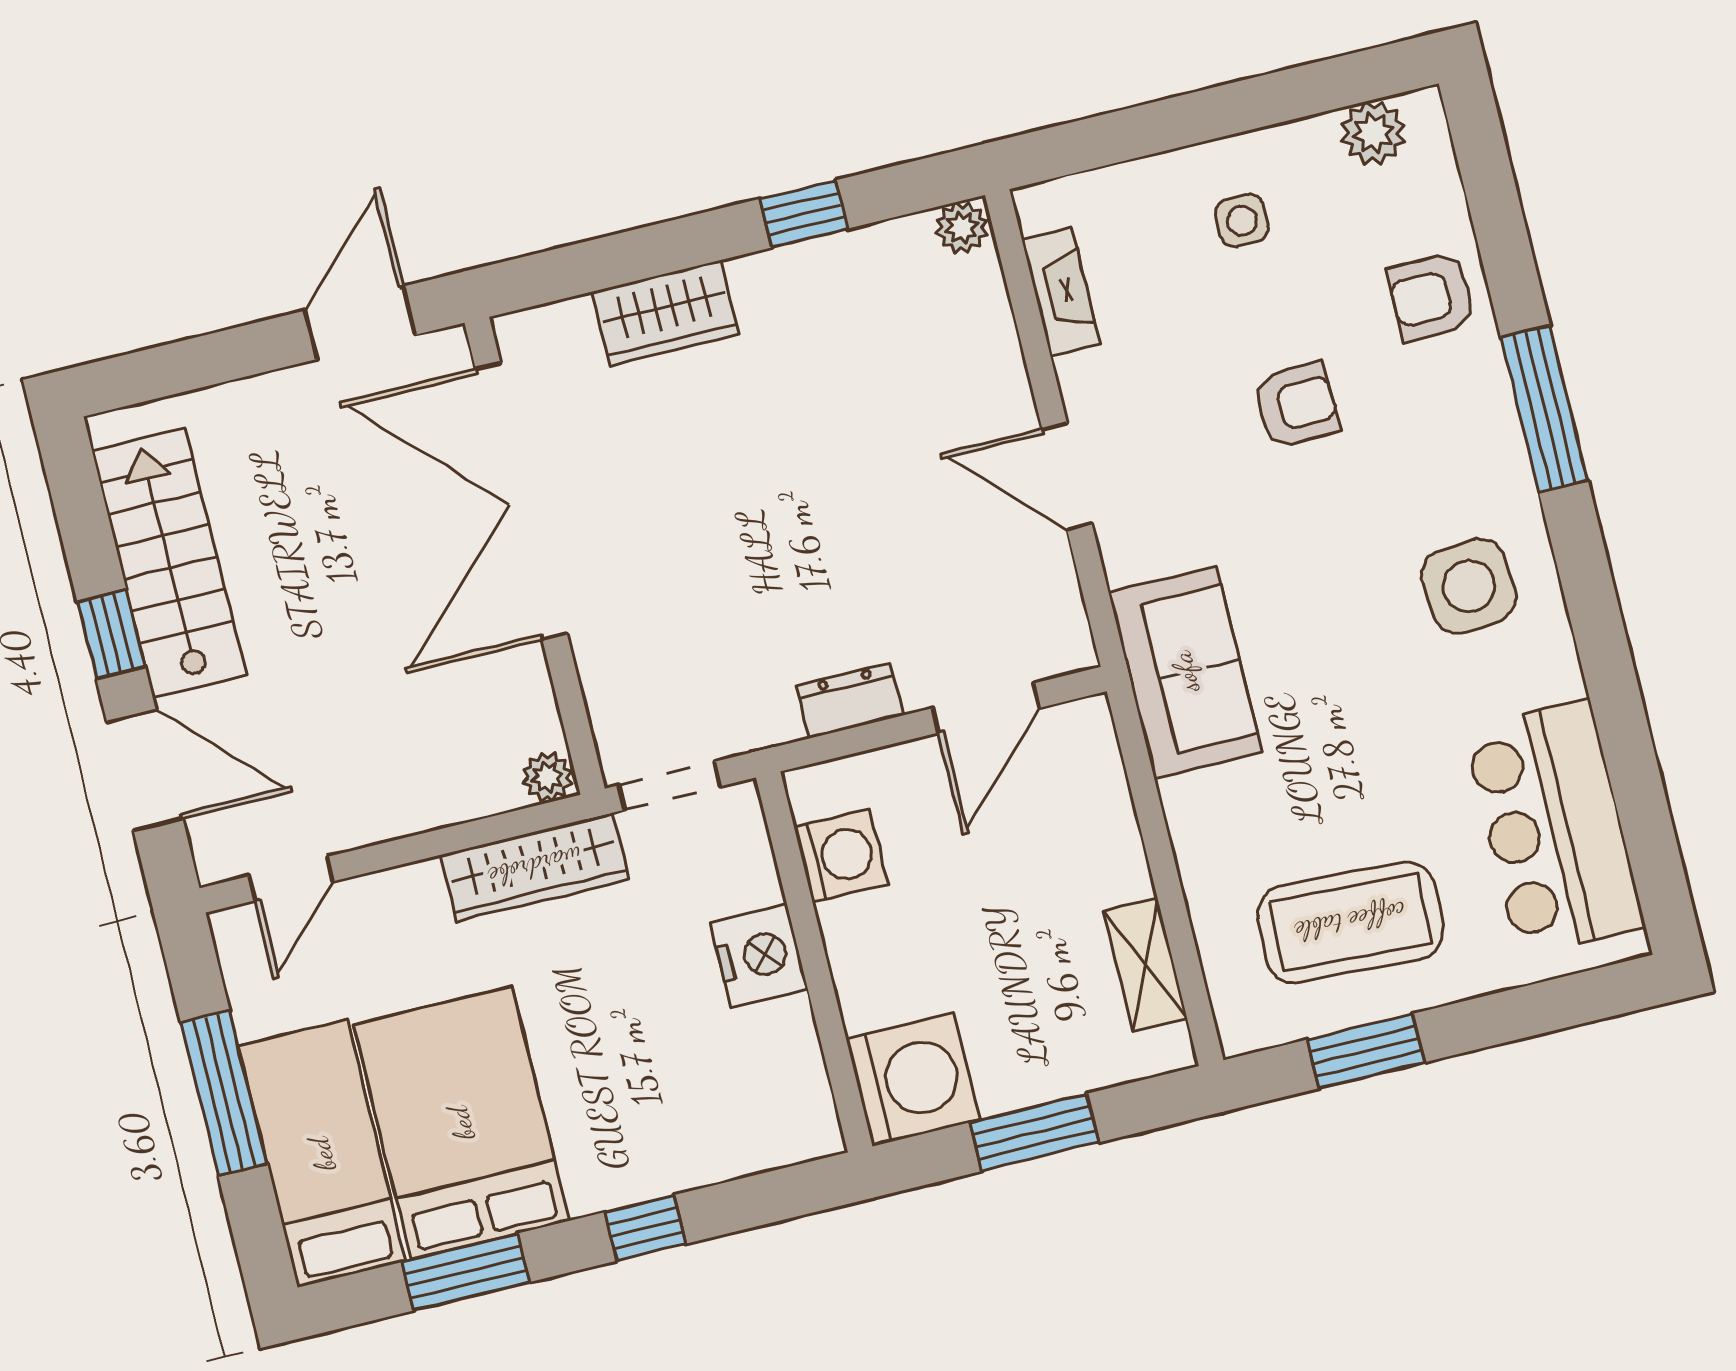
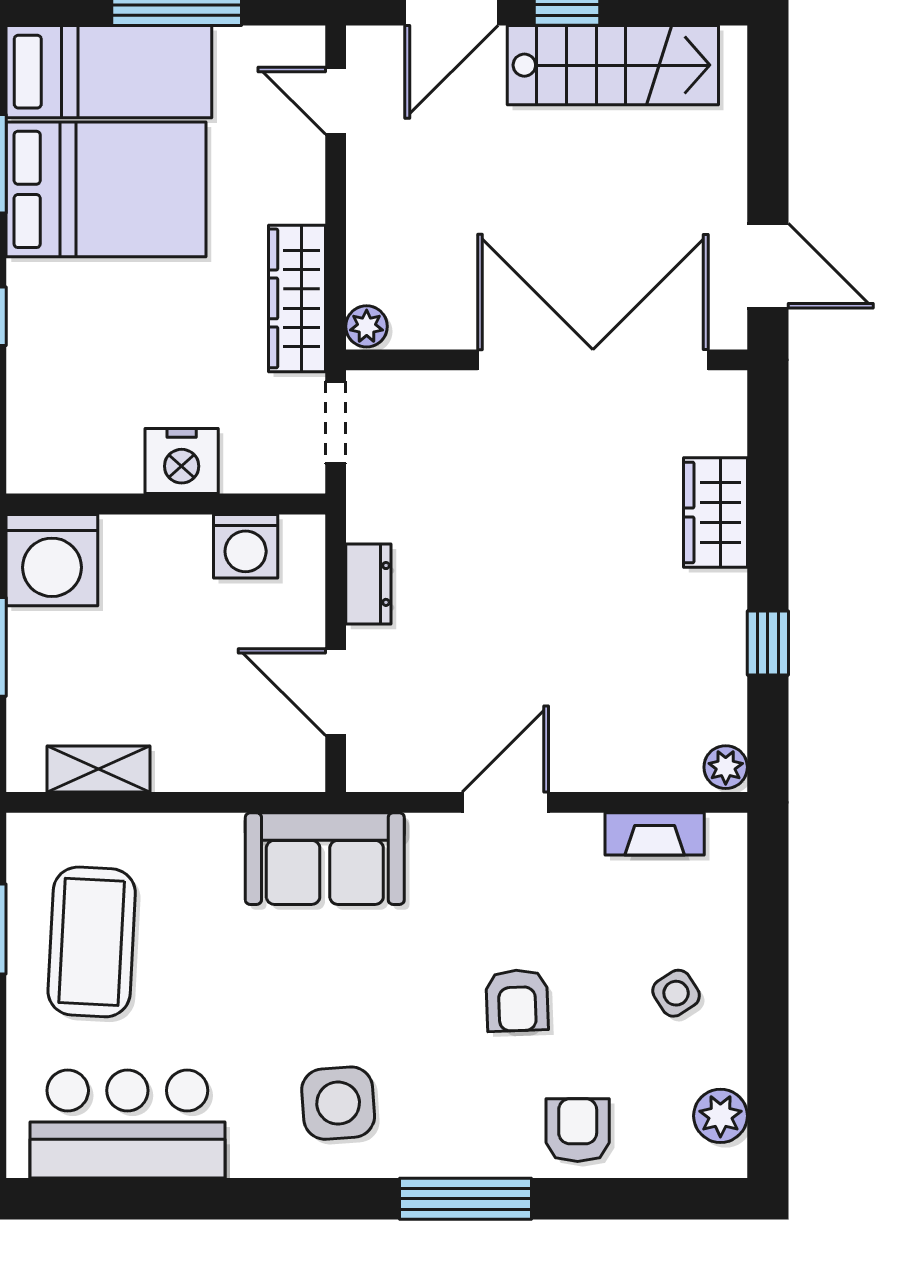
side table: (1242, 221) -> (676, 993), turned -33

